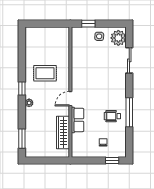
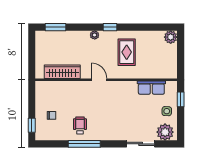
plant: (31, 33) -> (171, 37), added
row of seats: (78, 120) -> (151, 88), moved

